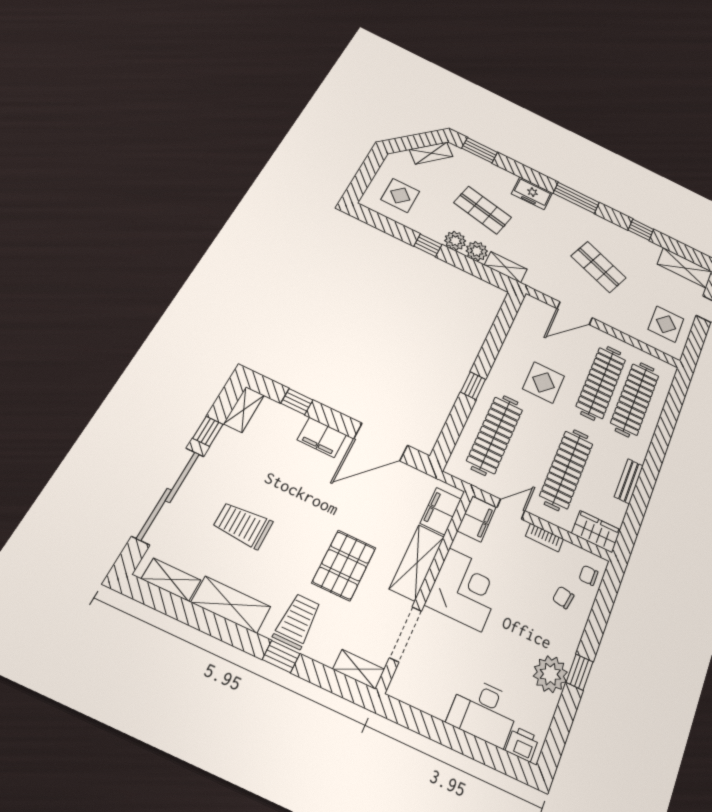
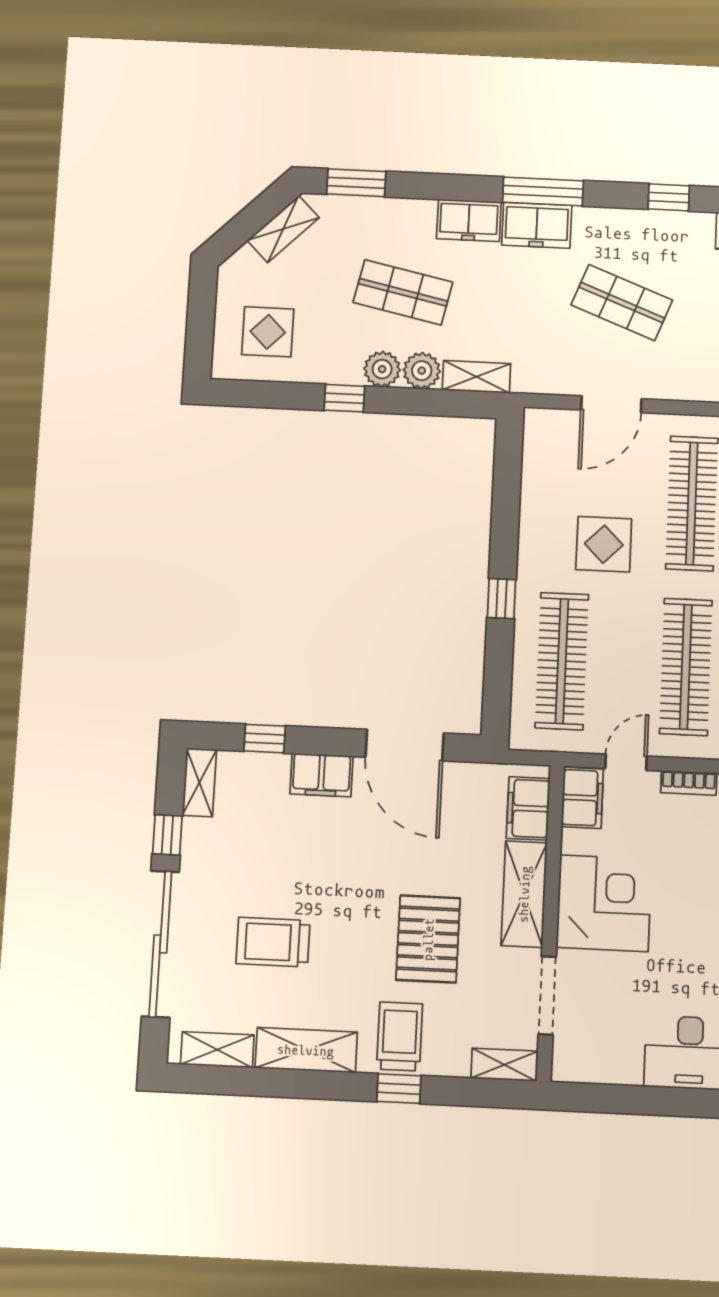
freezer: (567, 211) -> (537, 225), added
door: (381, 442) -> (405, 745), hinge flipped

